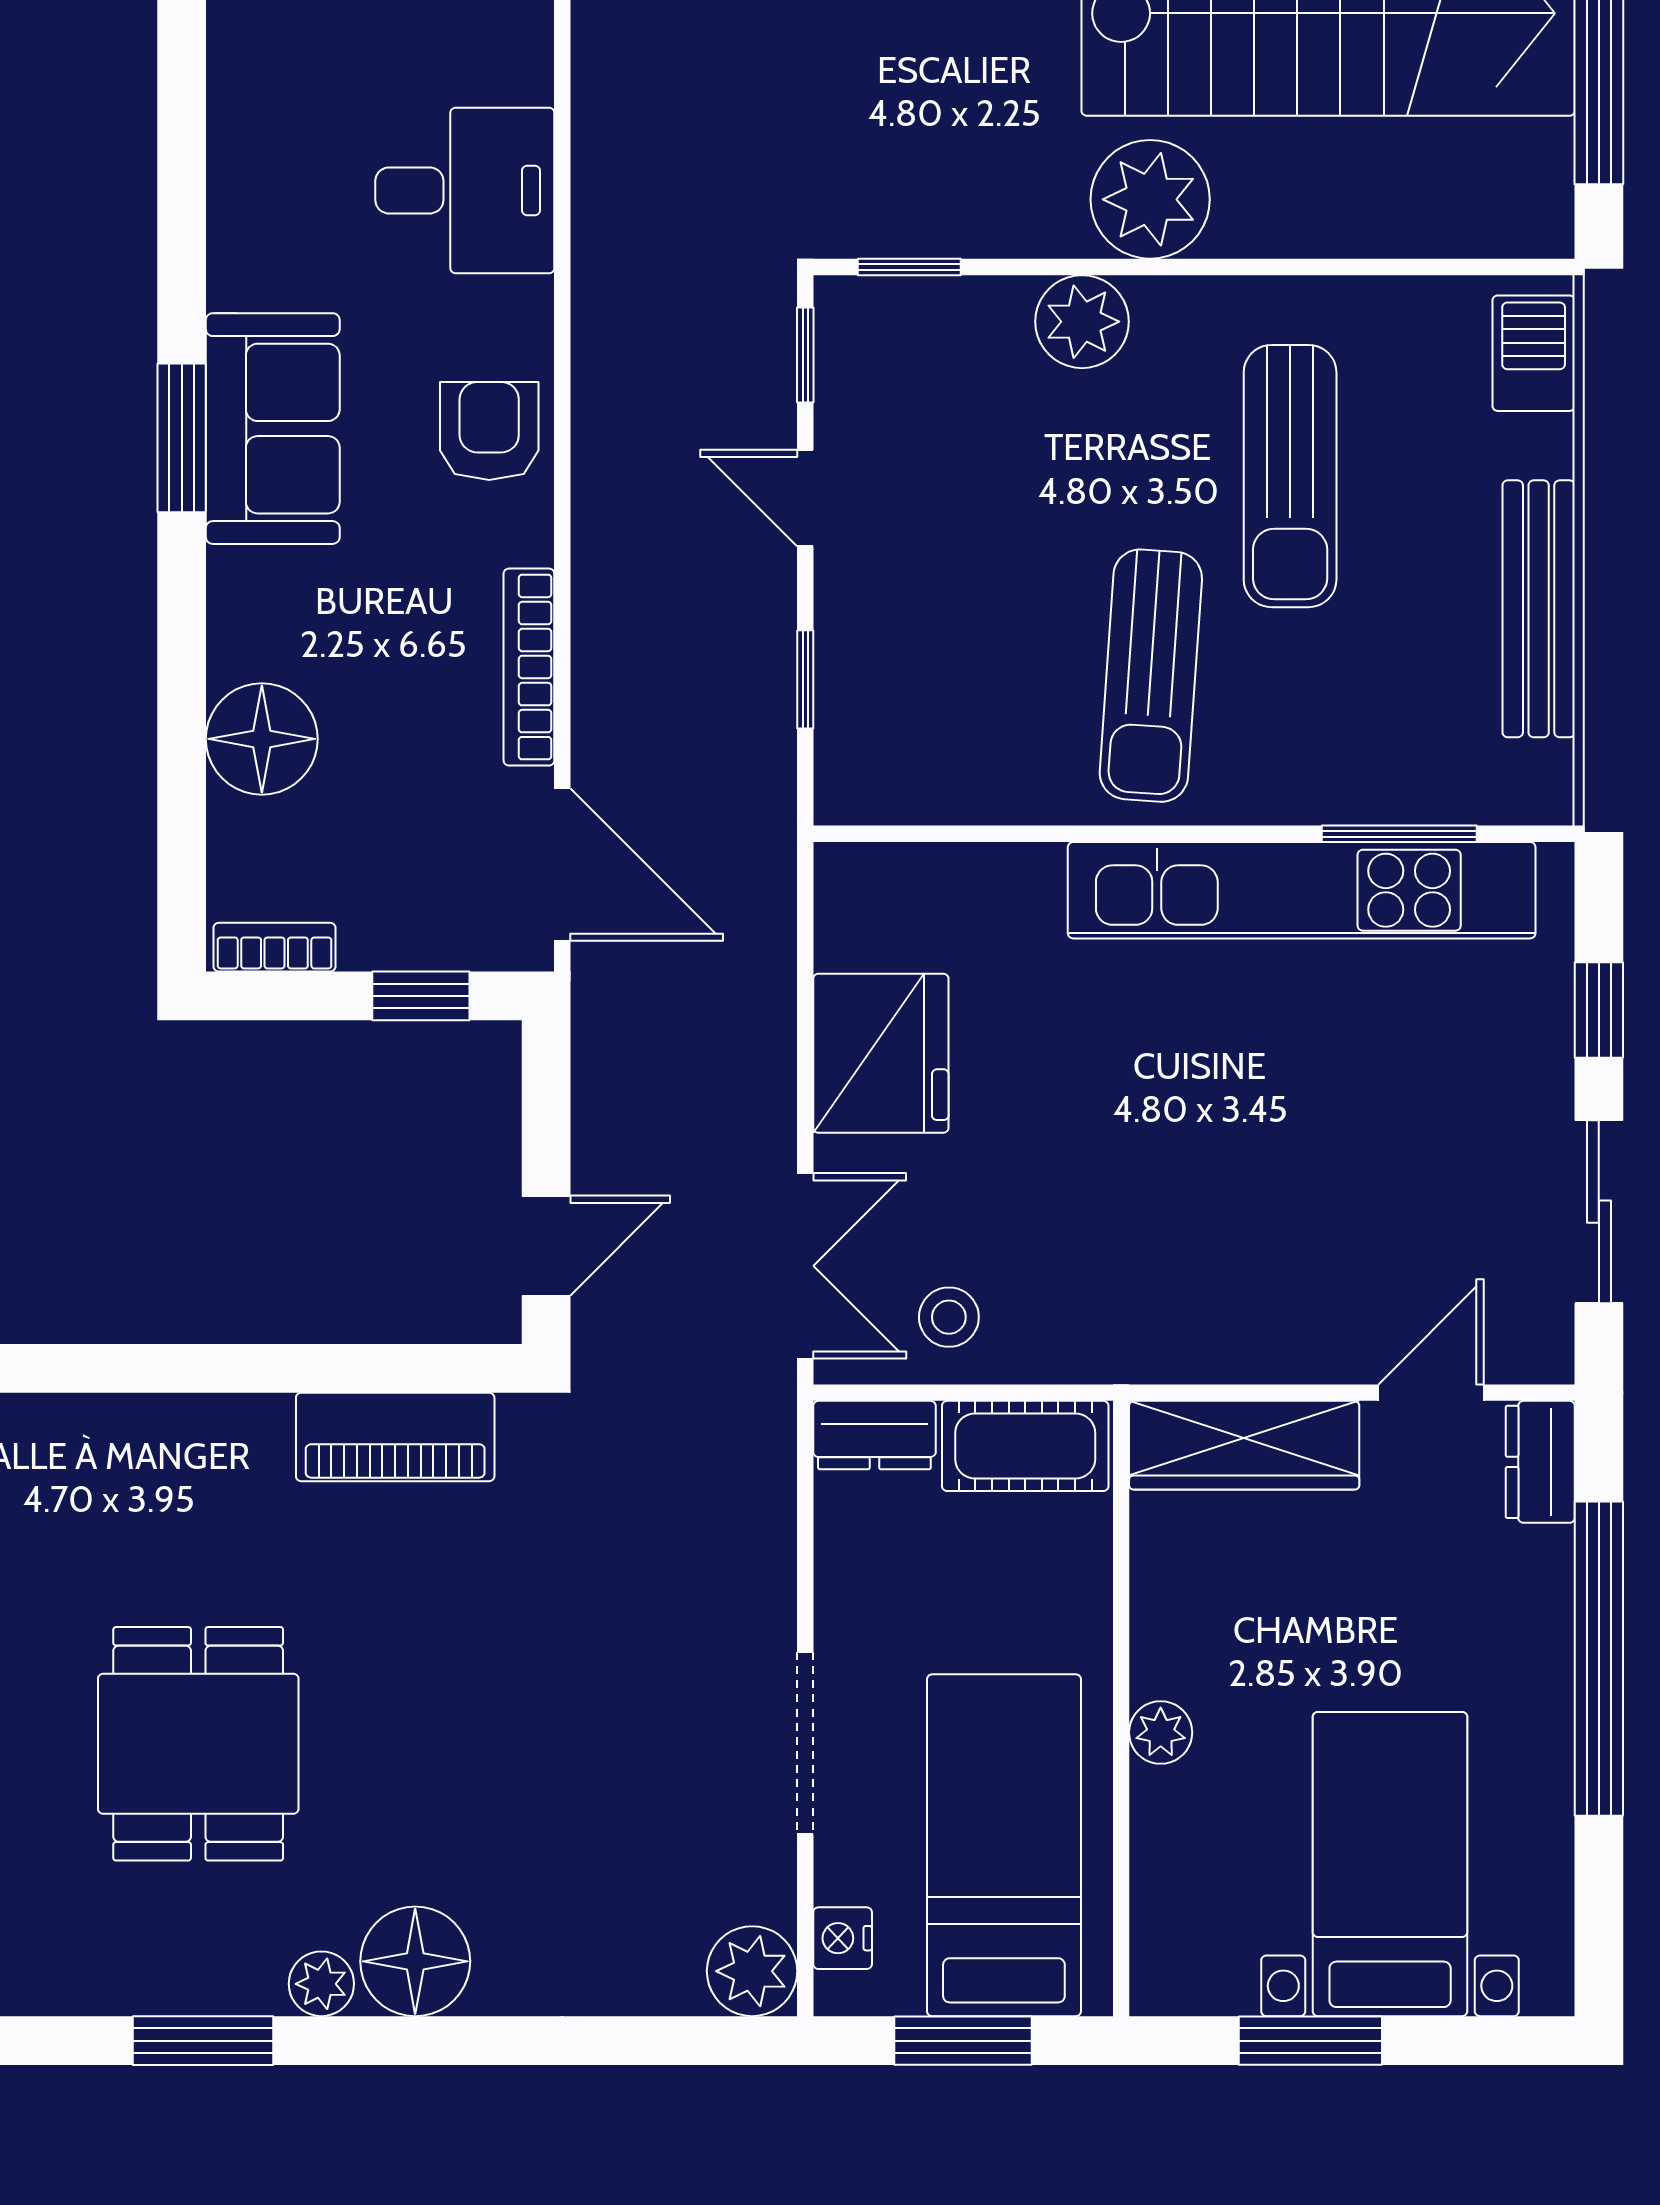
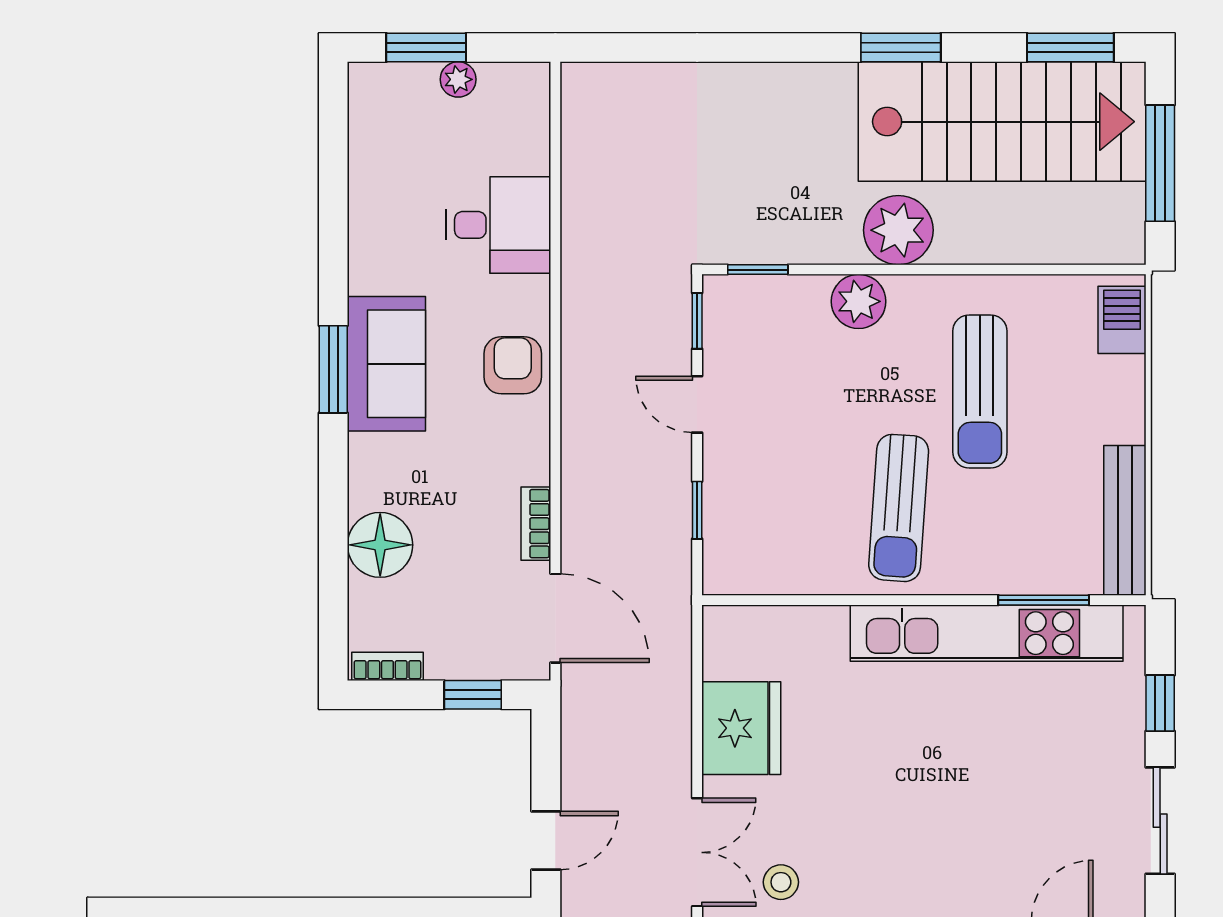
bench: (1539, 609) -> (1125, 520), moved
bookcase: (529, 667) -> (536, 524), width x0.64

